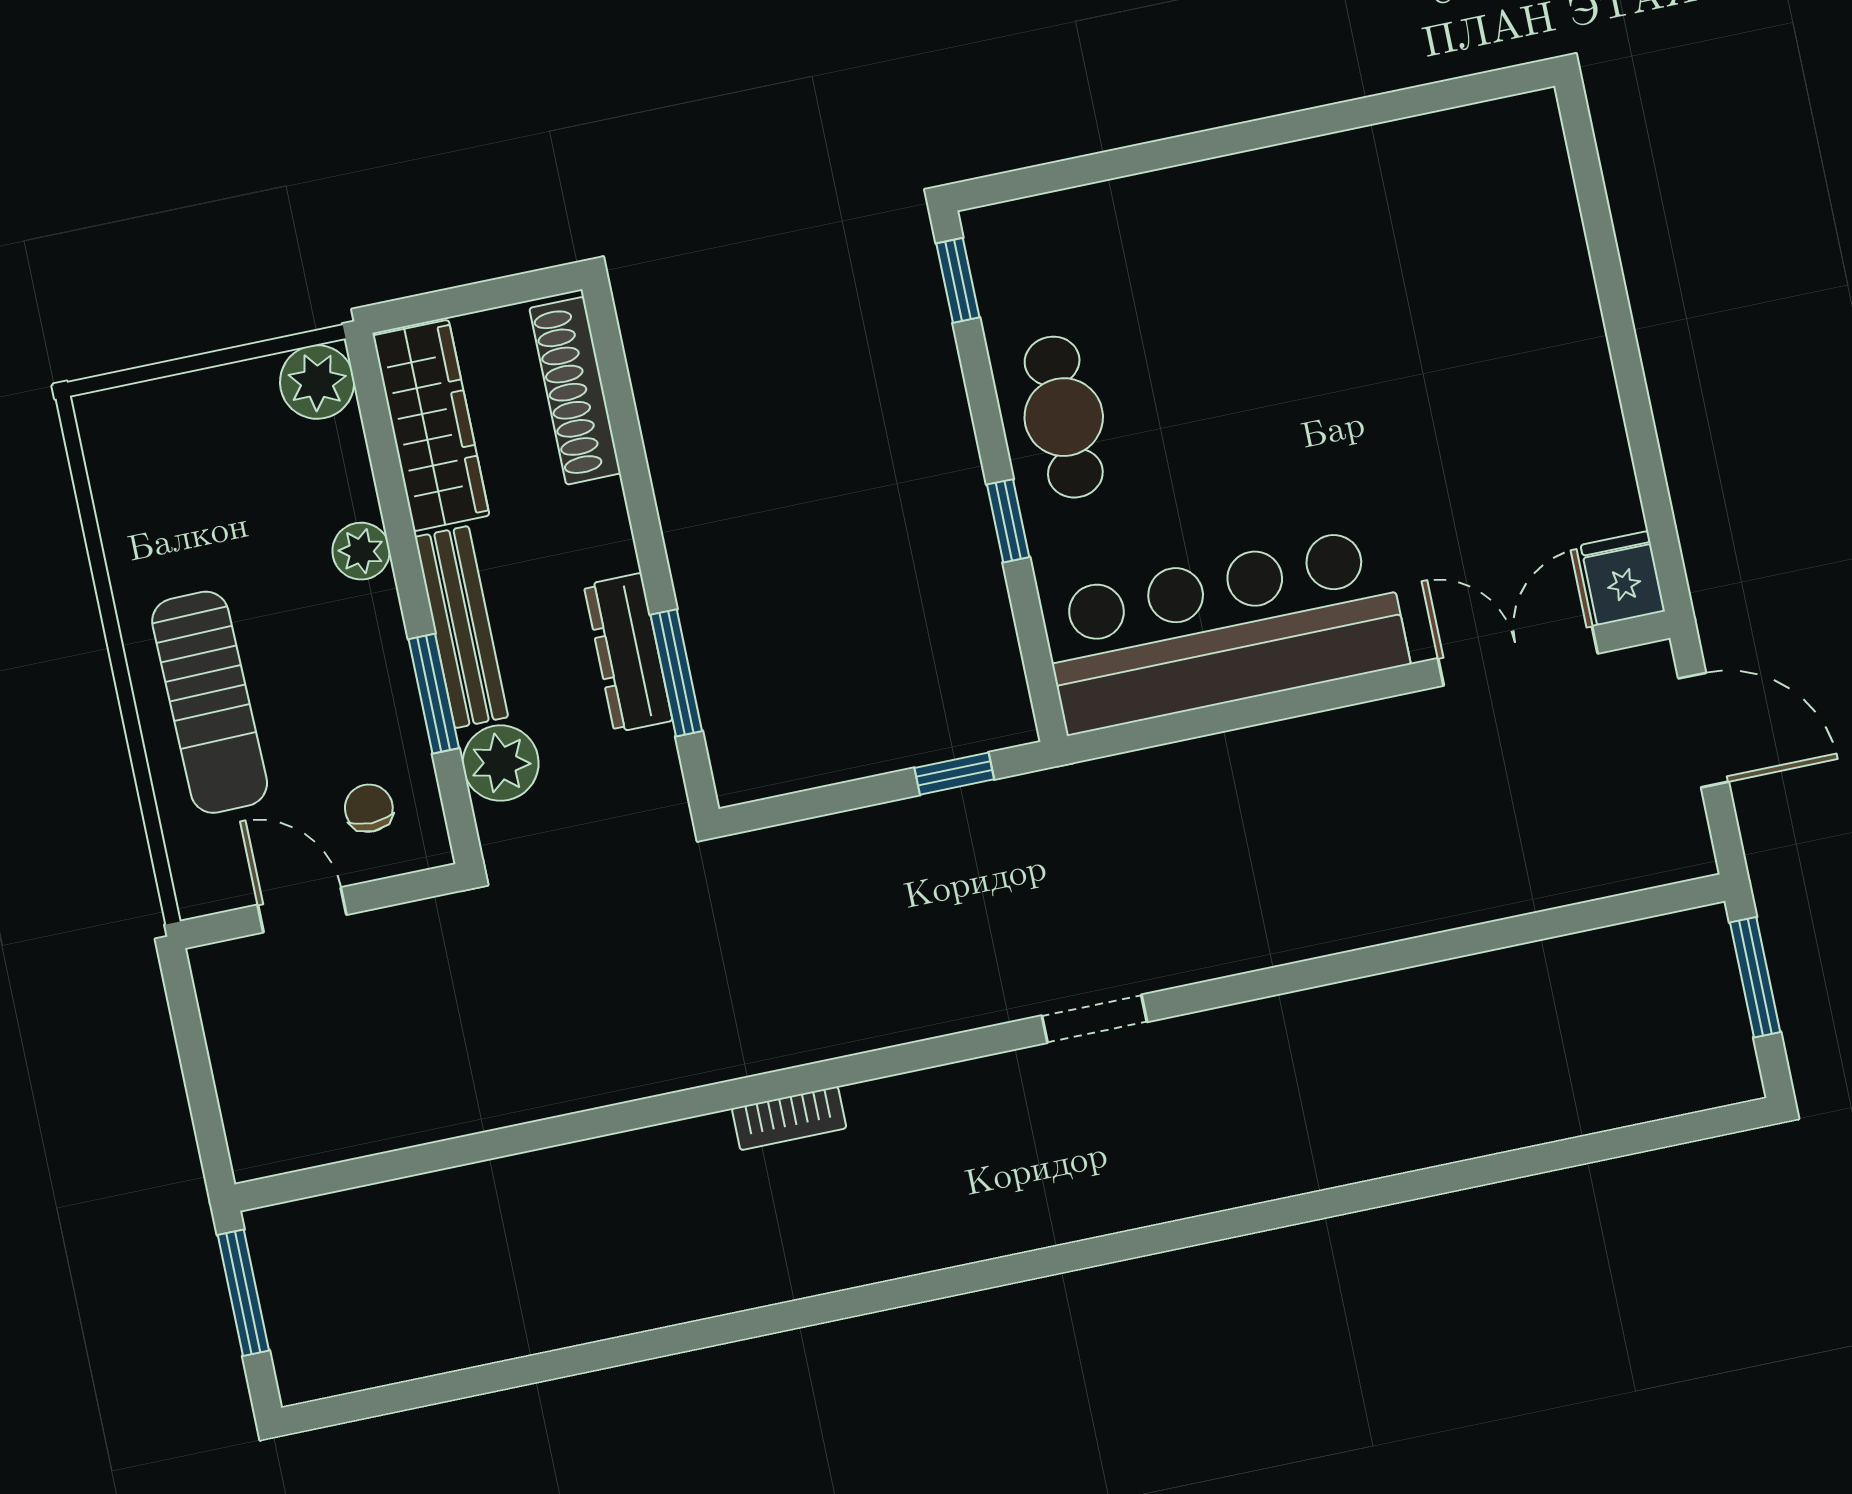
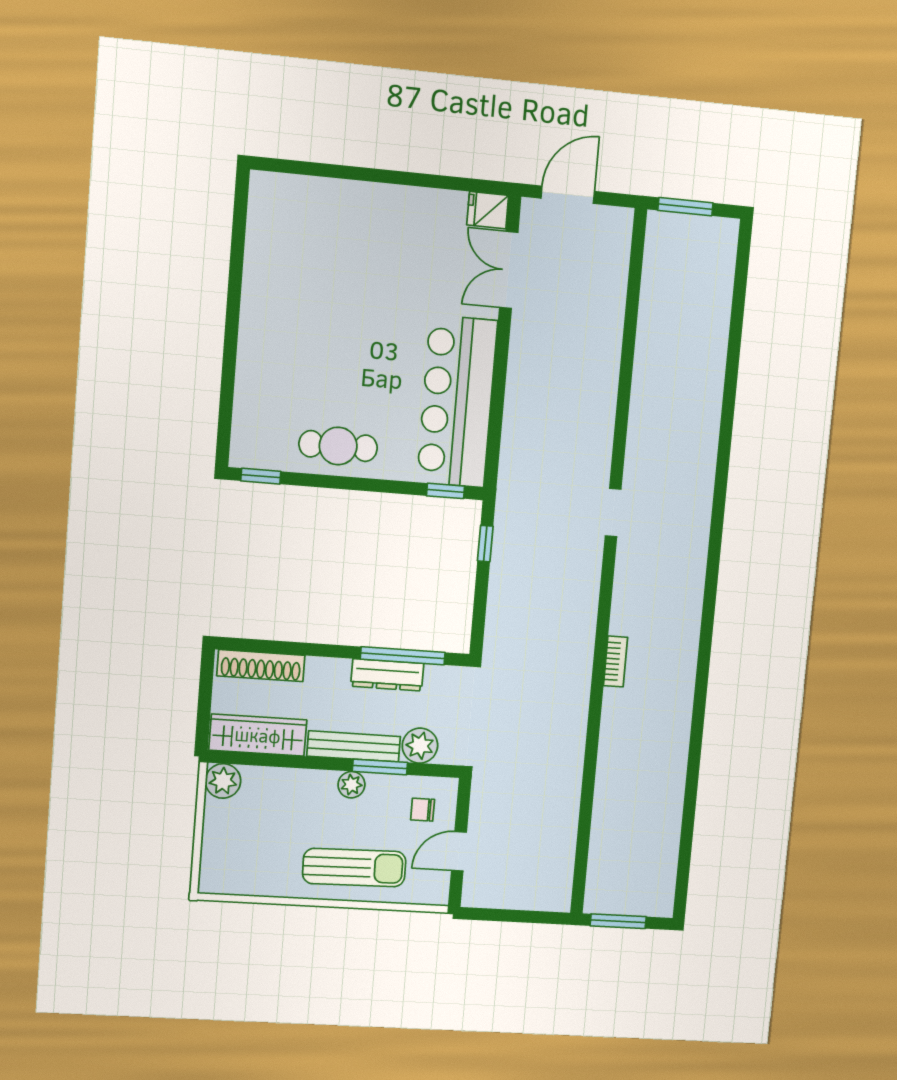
window: (1008, 521) -> (446, 491), moved
plant: (361, 551) -> (351, 785), moved
window: (676, 673) -> (403, 656), width x1.44

